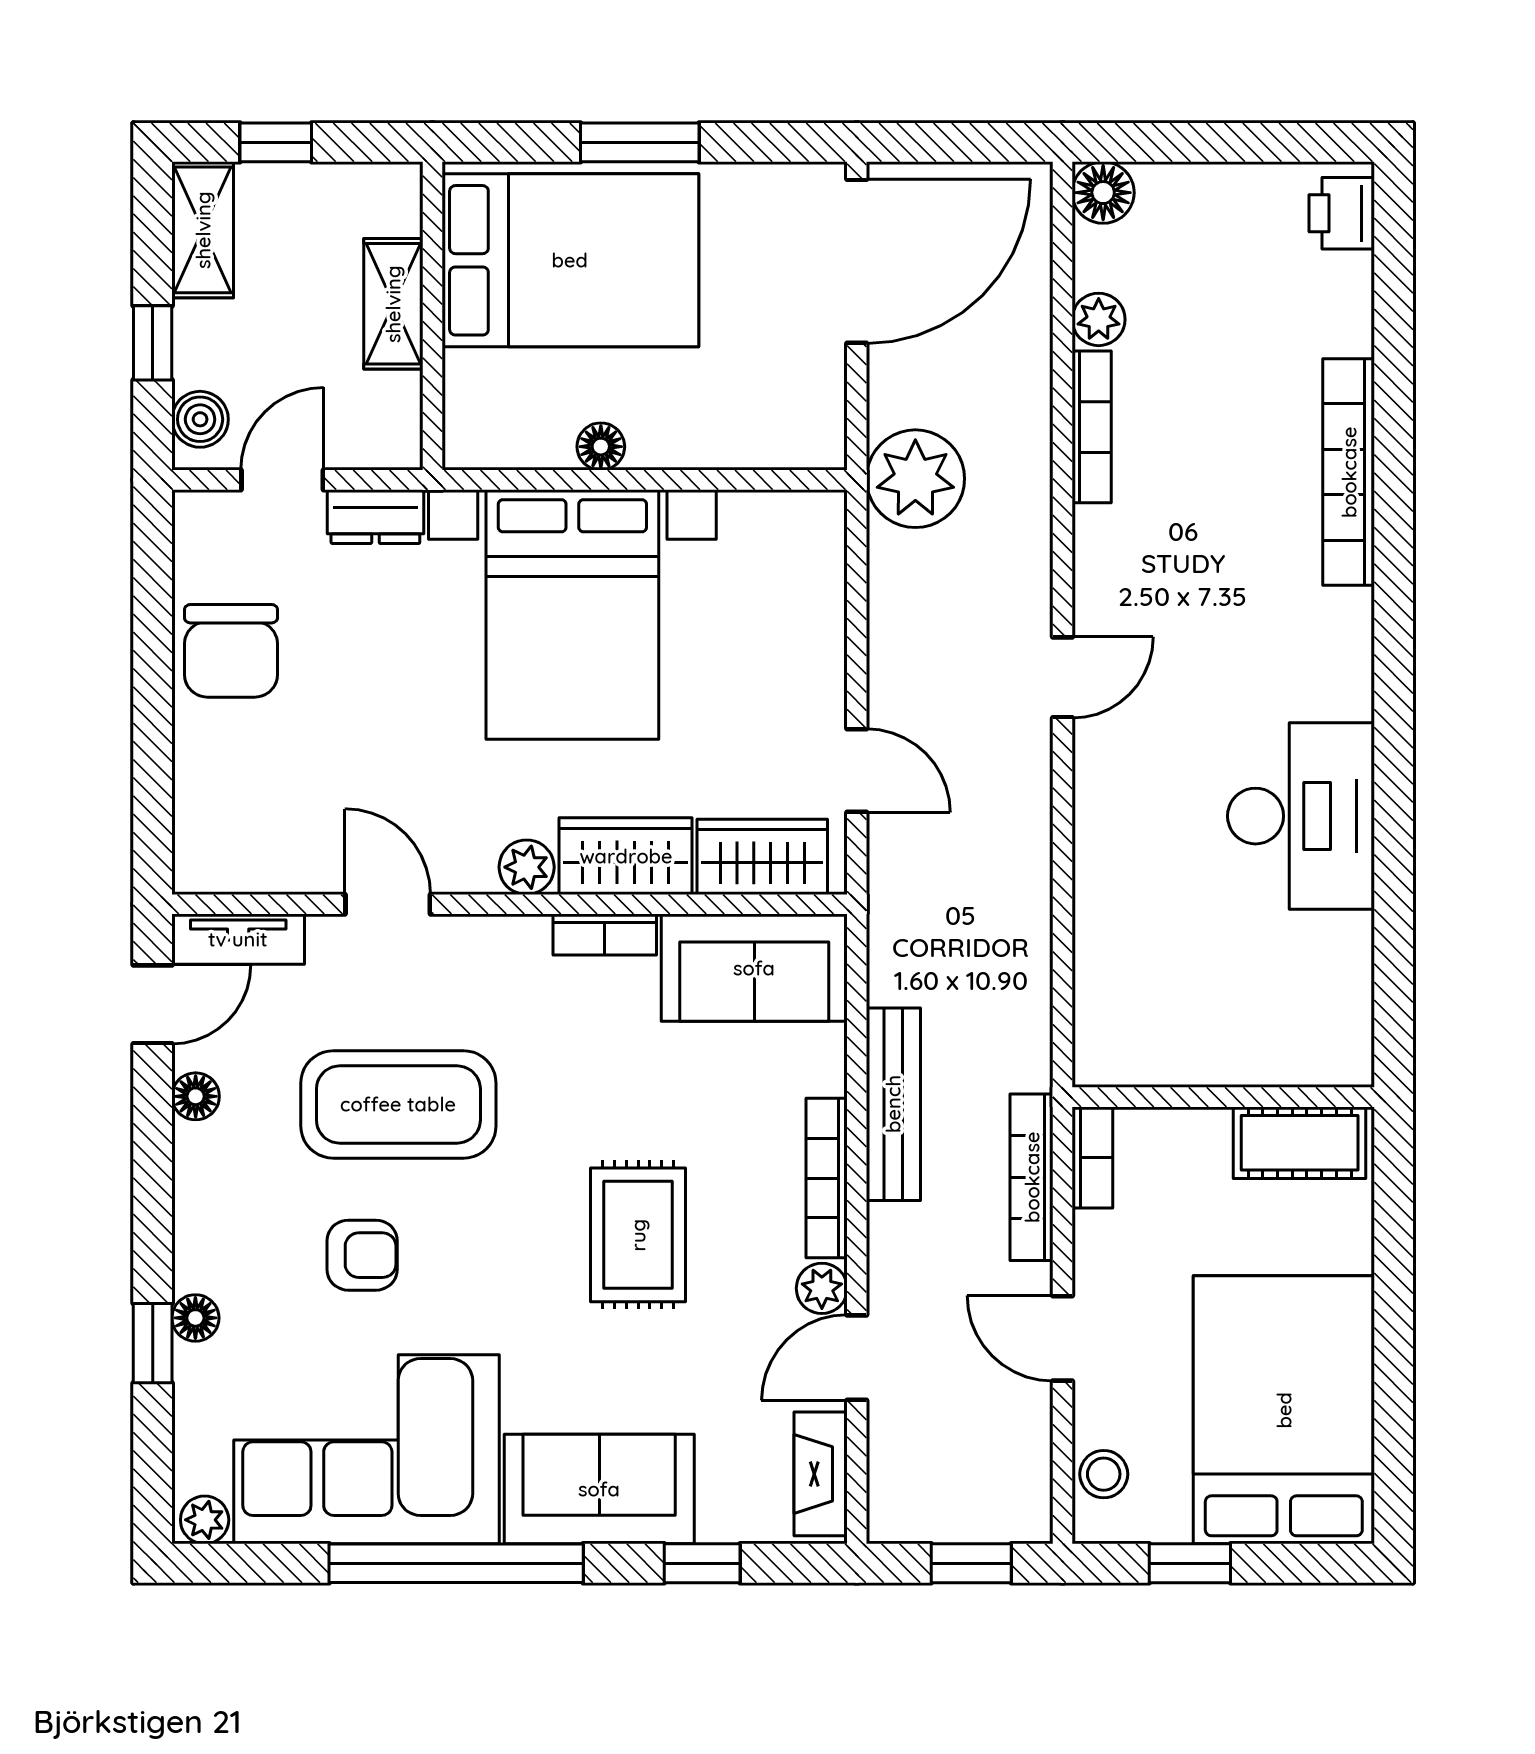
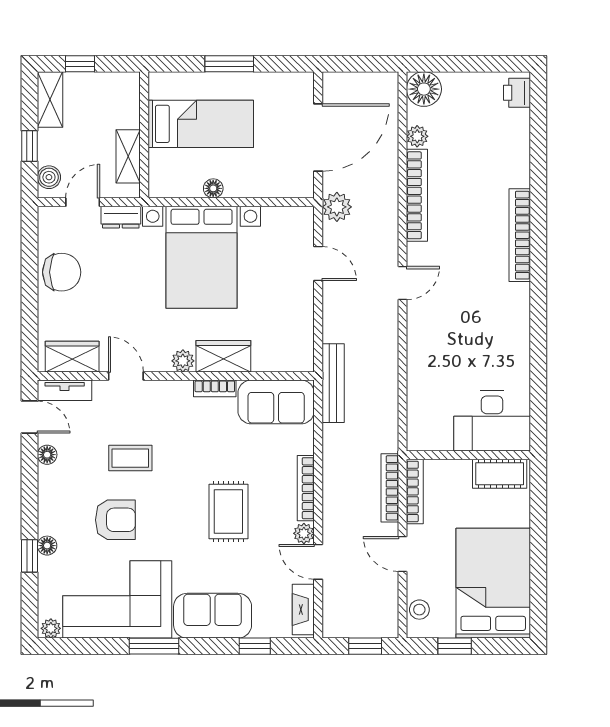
floor lamp: (1103, 193) -> (424, 89), width x1.38, depth x1.38
bed: (570, 260) -> (201, 124), width x0.67
door: (857, 261) -> (318, 138), moved
shelving: (393, 304) -> (128, 156), moved
bookcase: (1092, 427) -> (417, 195), width x1.48, depth x1.31
bookcase: (1349, 472) -> (520, 235), moved
plant: (915, 479) -> (337, 207), width x0.73, depth x0.73
chair: (231, 651) -> (62, 272), turned -90
door: (857, 771) -> (318, 264), moved
desk: (1301, 816) -> (492, 421), moved, turned 90
wardrobe: (762, 857) -> (72, 357), moved
door: (153, 1004) -> (30, 417), hinge flipped
coffee table: (398, 1104) -> (130, 458), width x0.54, depth x0.58
bench: (893, 1104) -> (333, 383), moved
bookcase: (1092, 1157) -> (415, 491), width x1.56
armchair: (362, 1255) -> (115, 520), width x1.38, depth x1.38
door: (857, 1358) -> (318, 562), hinge flipped
window: (456, 1563) -> (154, 646), width x0.47

